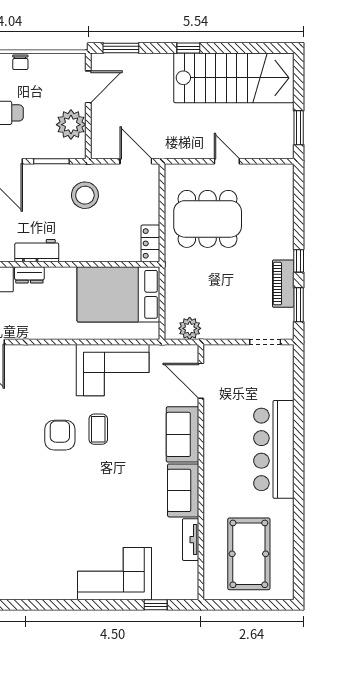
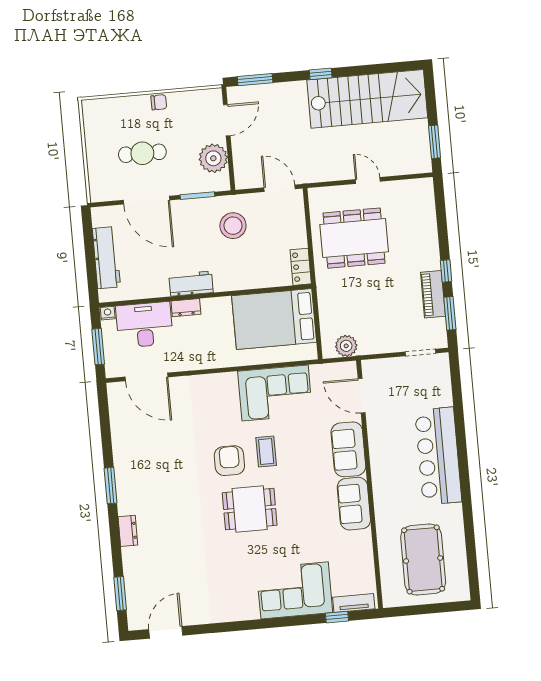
chair: (20, 62) -> (159, 102), turned -90
dining table: (76, 486) -> (250, 509), added
tv unit: (191, 540) -> (354, 603), moved, turned 90

